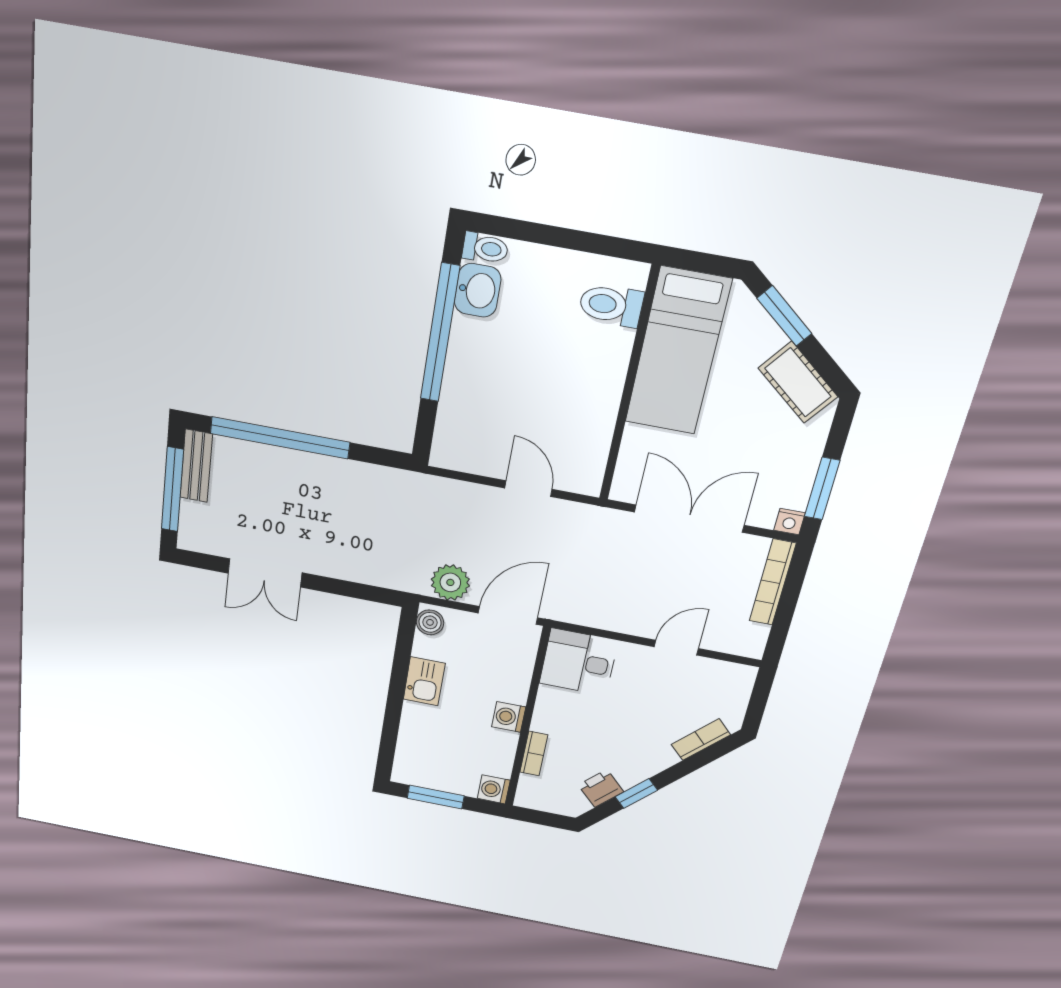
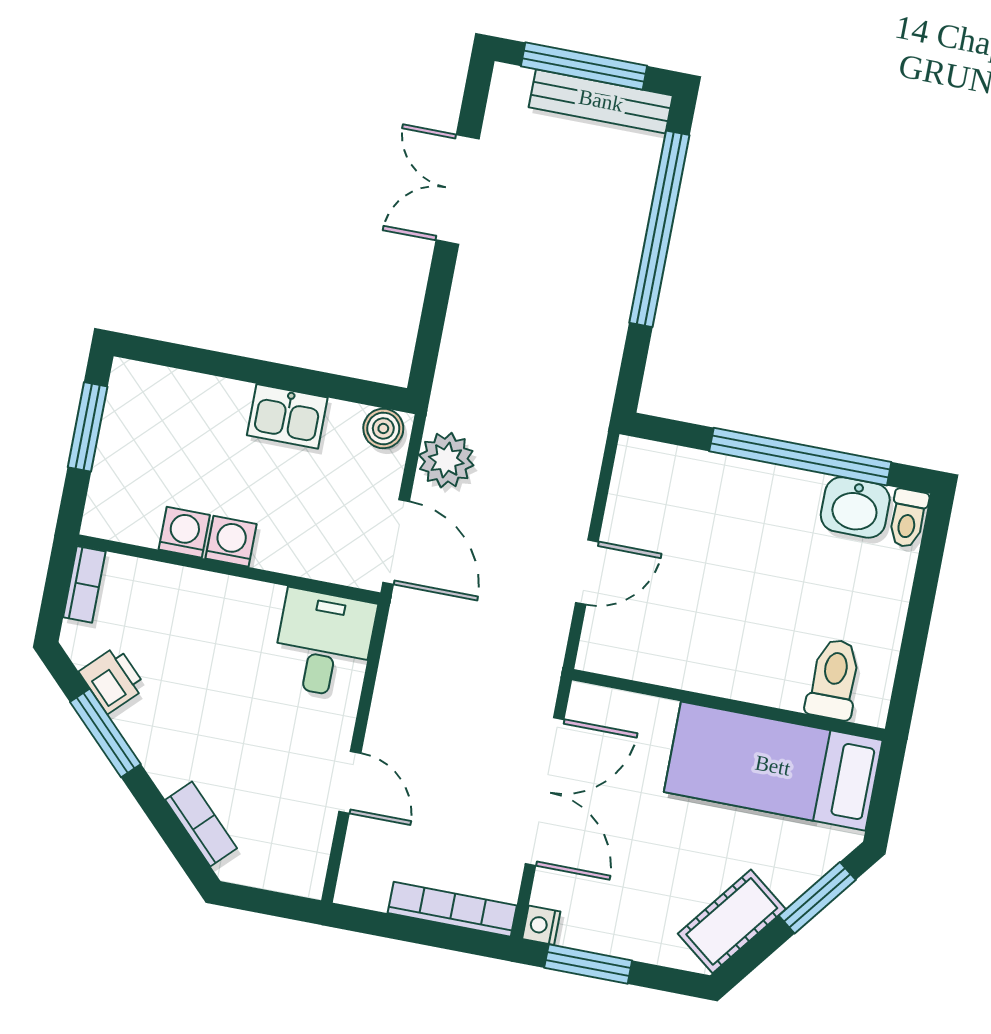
bench: (196, 466) -> (601, 101), width x1.36
bookcase: (534, 754) -> (84, 584), moved, turned -90
washing machine: (494, 789) -> (184, 532), moved
window: (636, 793) -> (105, 733), width x1.50

